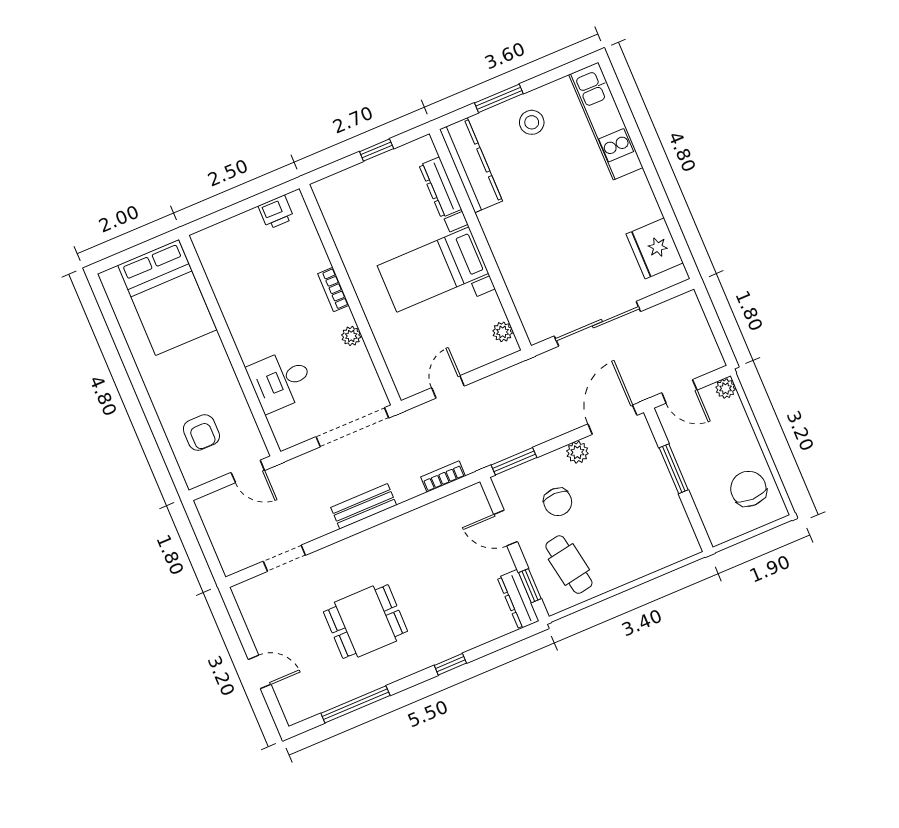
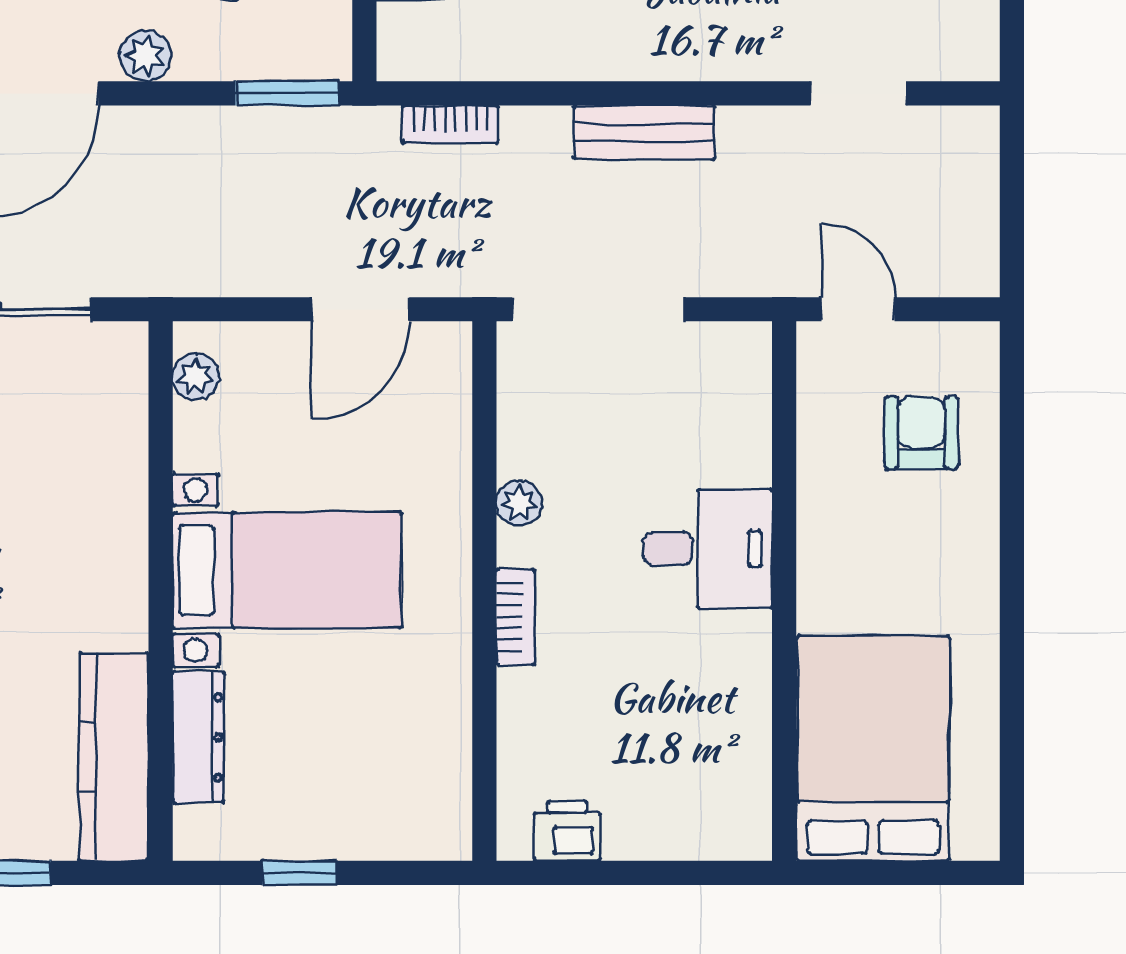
desk: (281, 380) -> (708, 549), moved
door: (448, 387) -> (360, 309), width x1.38

